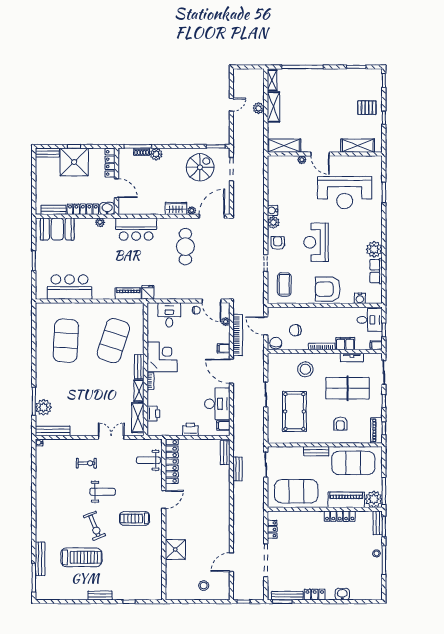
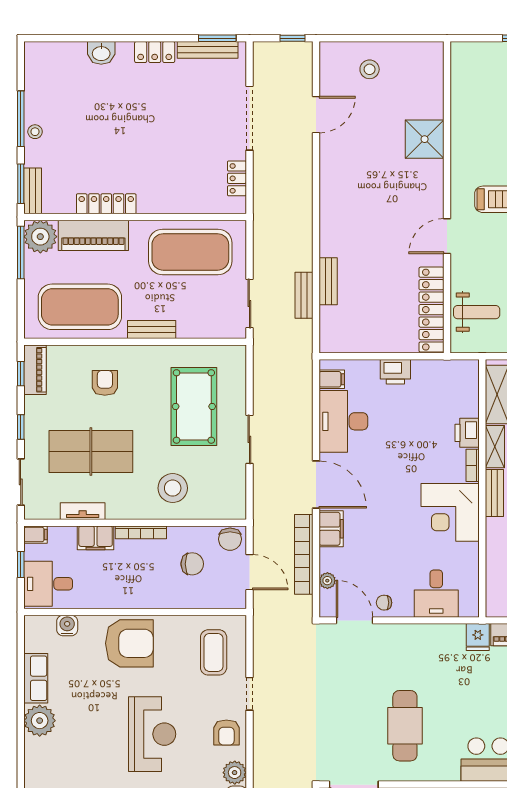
filing cabinet: (224, 348) -> (331, 529), width x2.00
printer: (153, 414) -> (467, 433), moved
bench: (225, 453) -> (328, 281), moved

